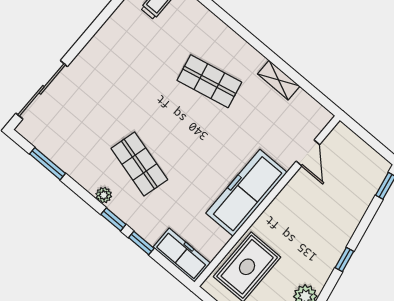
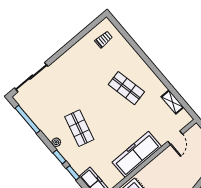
shelving: (279, 80) -> (172, 102), moved
window: (48, 164) -> (28, 119), width x1.44

